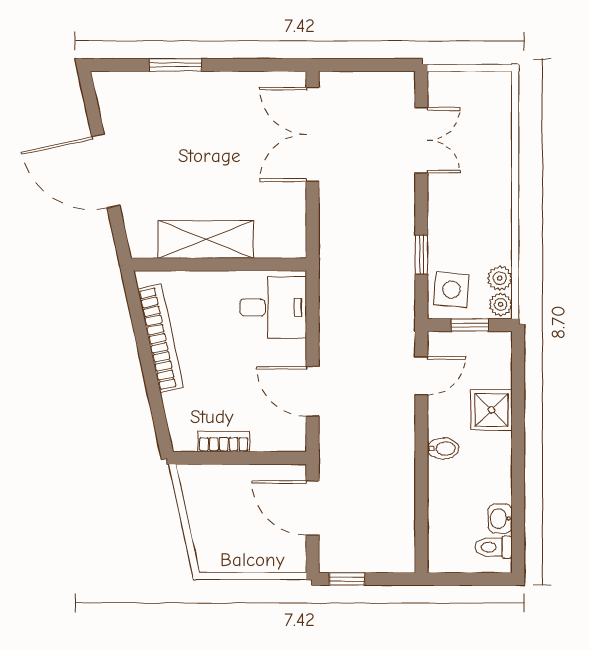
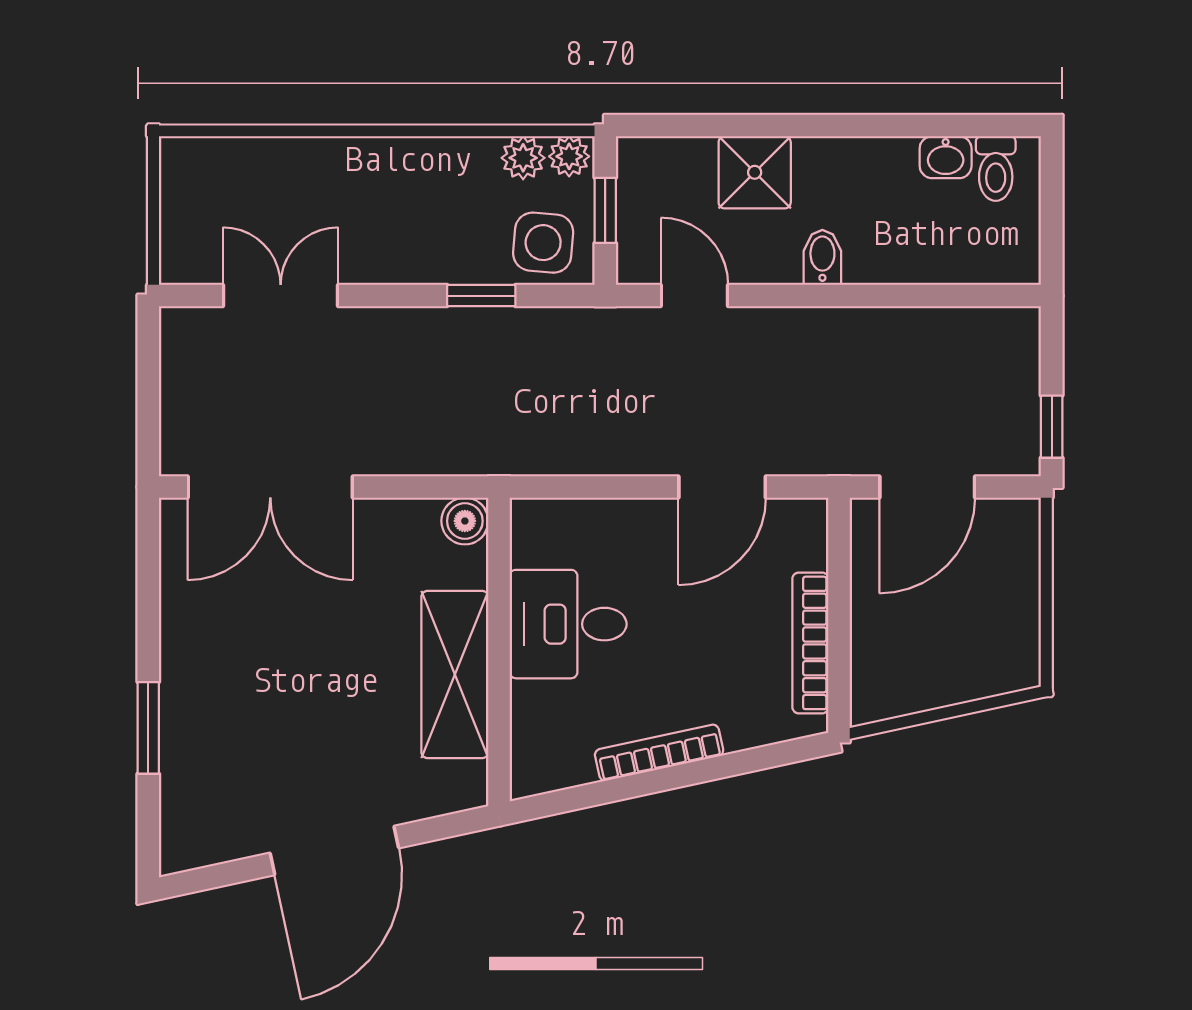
boiler: (293, 245) -> (465, 521), added
desk: (273, 307) -> (568, 624), moved, turned -90
bookcase: (160, 338) -> (659, 753), width x0.68, depth x0.76
bookcase: (224, 442) -> (810, 643), width x1.56

